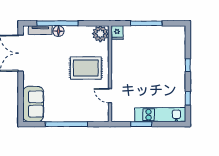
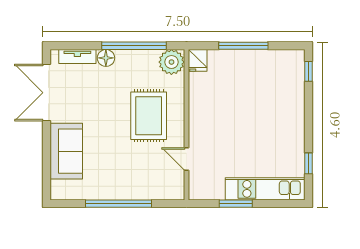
window: (57, 23) -> (134, 46), moved
window: (188, 65) -> (308, 71), moved
rug: (86, 68) -> (149, 116), turned 90
sofa: (33, 104) -> (66, 151), moved

